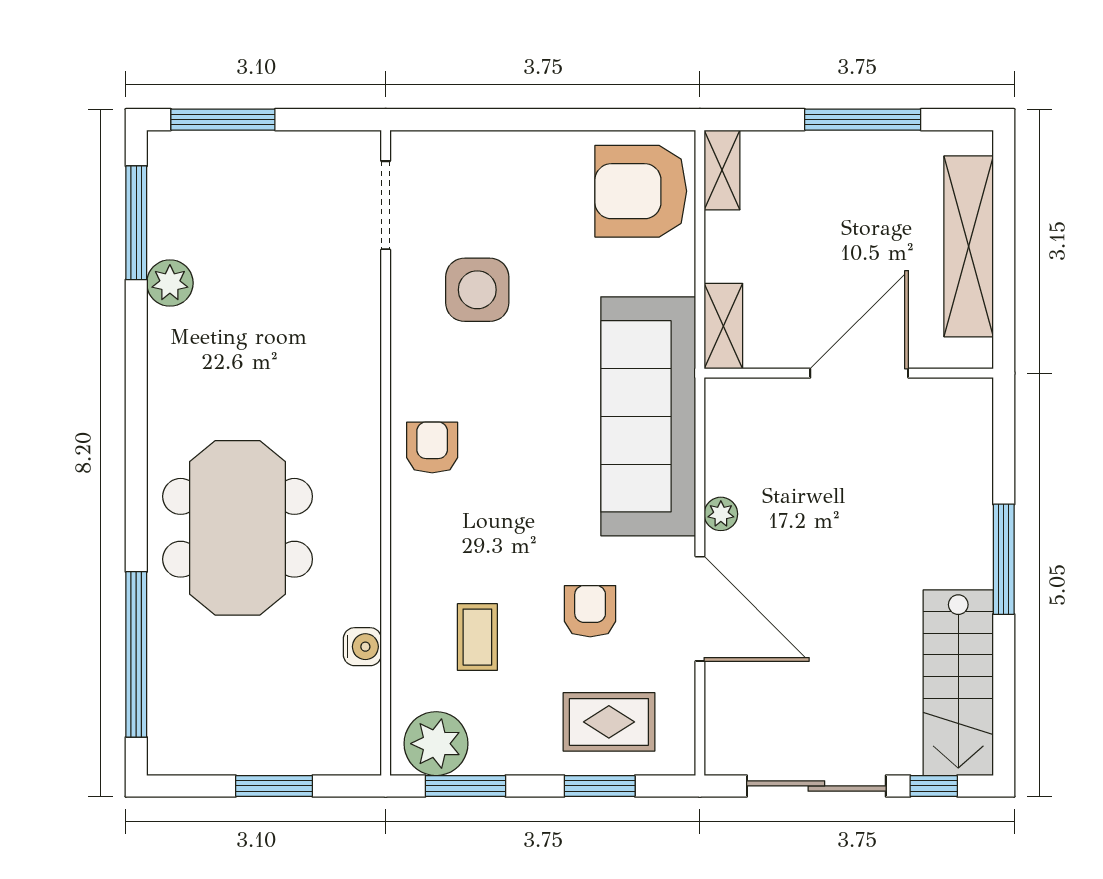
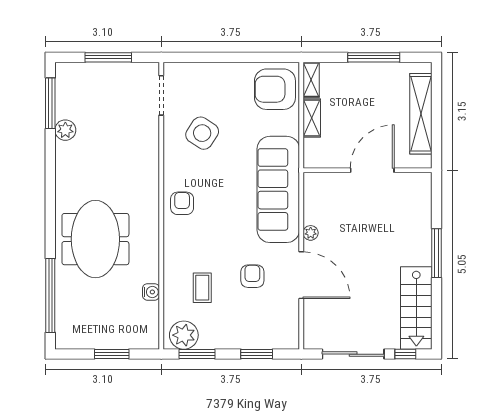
window: (223, 120) -> (108, 57), moved
side table: (477, 290) -> (202, 133), turned 33
shelving: (723, 326) -> (312, 118), moved
rug: (609, 722) -> (261, 325), removed

